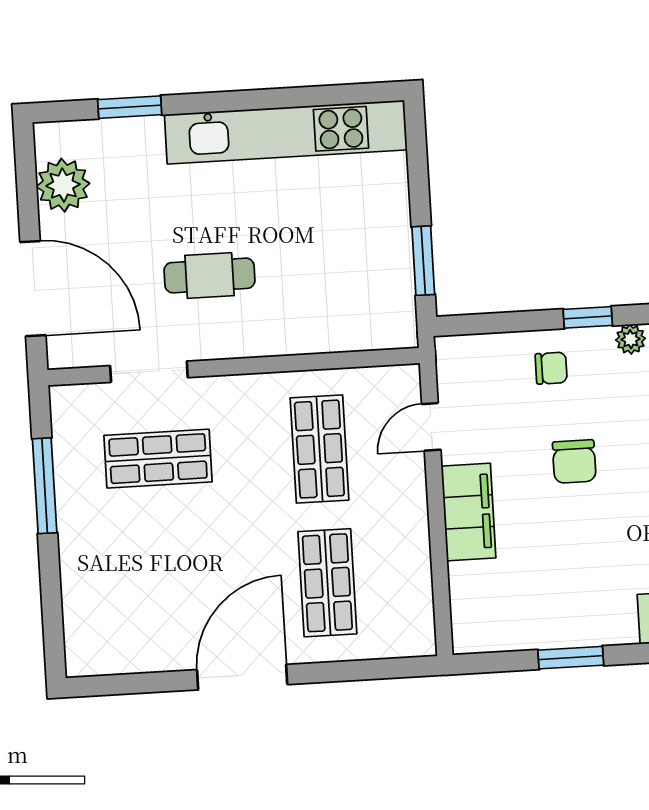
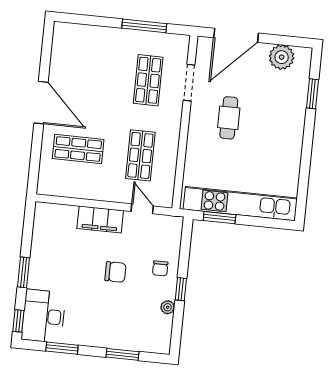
kitchen unit: (286, 132) -> (240, 204), moved, turned 90
shop shelf: (319, 449) -> (140, 155), turned 90
chair: (574, 462) -> (115, 272), turned 180
window: (571, 658) -> (23, 272), moved

